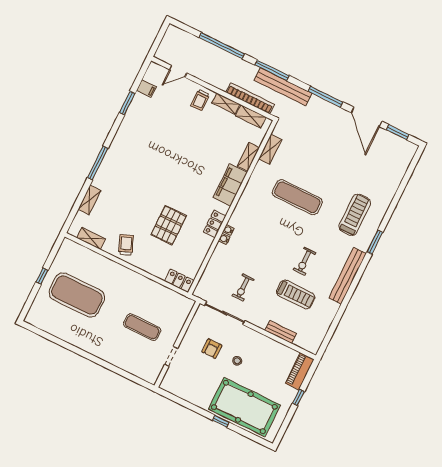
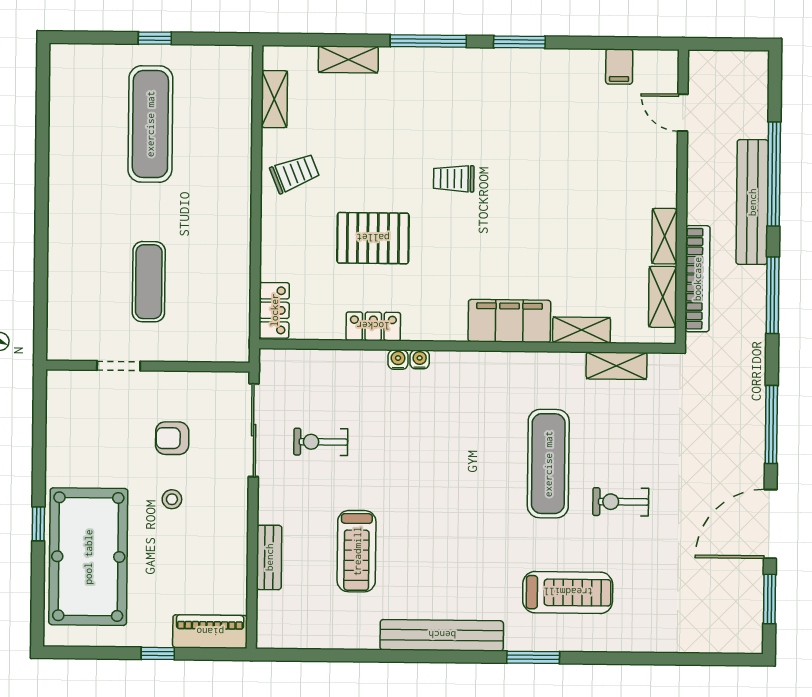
bench: (283, 87) -> (752, 202), moved
trolley: (200, 100) -> (454, 179), moved
window: (127, 103) -> (519, 42), moved
locker: (215, 224) -> (373, 326), moved
exercise bike: (304, 261) -> (621, 502), moved
exercise mat: (77, 295) -> (150, 124), width x0.68

